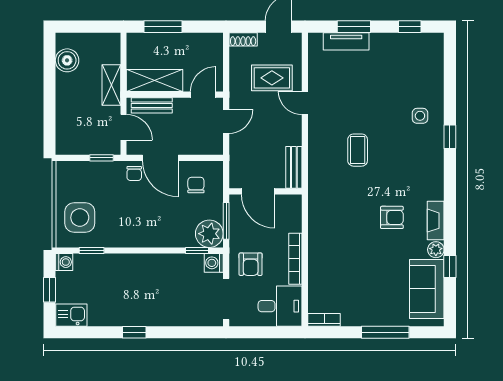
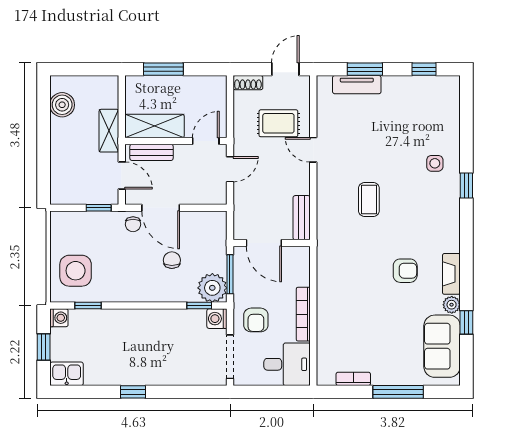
chair: (196, 185) -> (172, 260), moved
bookcase: (324, 320) -> (353, 379), moved

